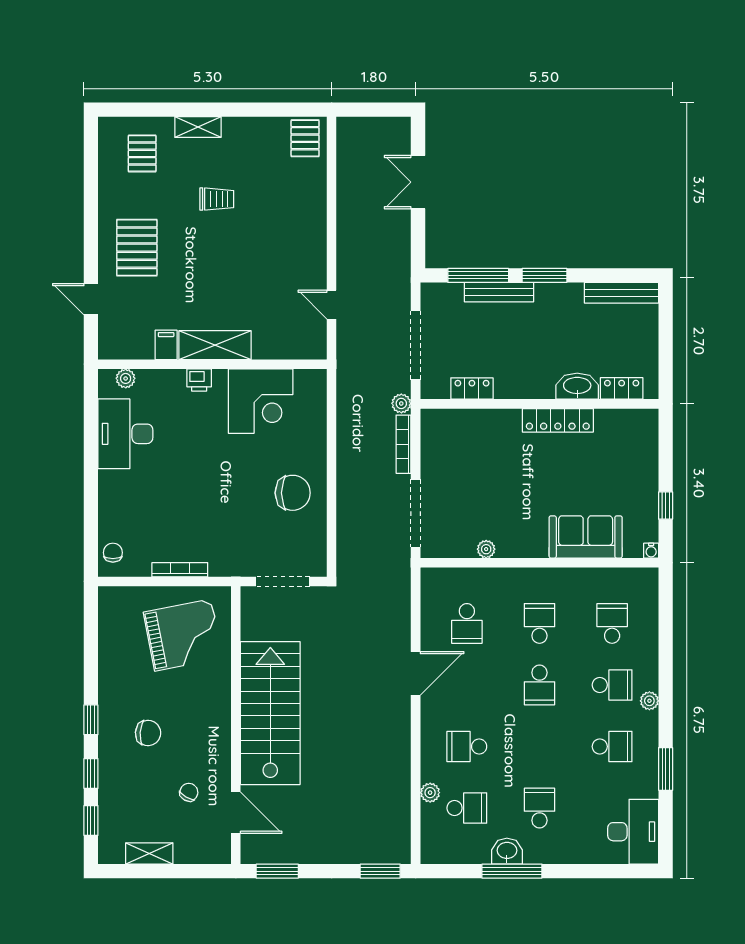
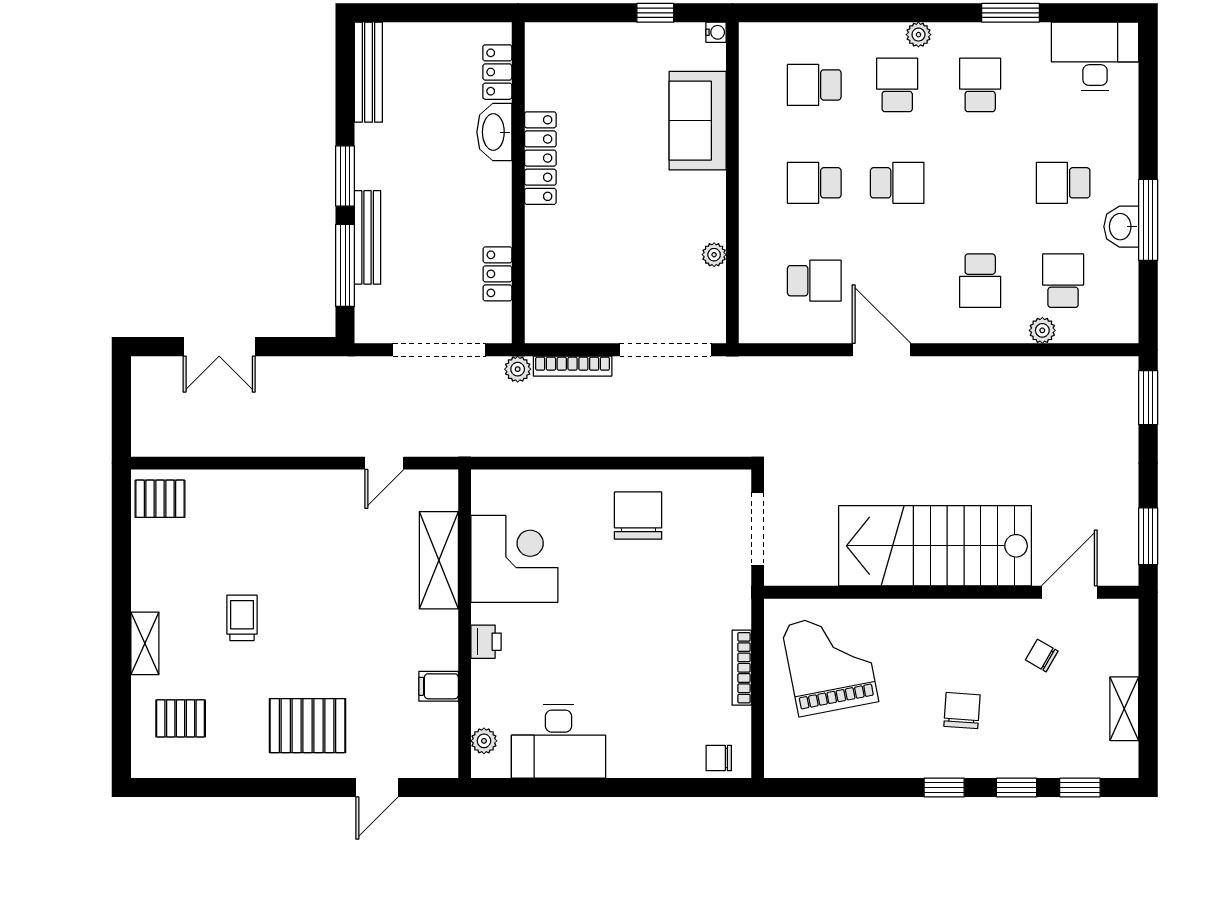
shelving: (215, 345) -> (439, 560), moved

